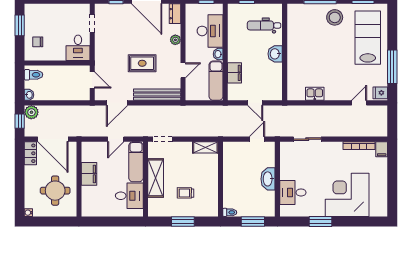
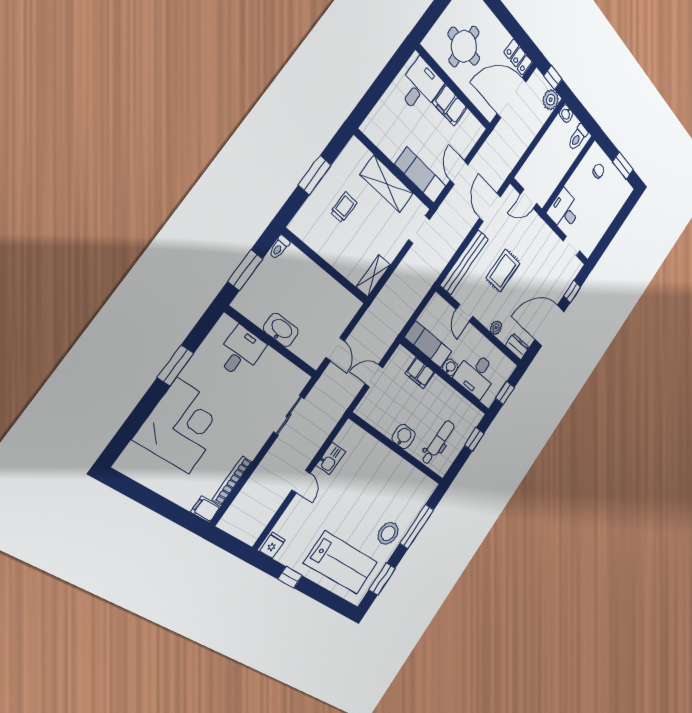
window: (392, 67) -> (290, 577), width x0.46
door: (359, 103) -> (301, 481), moved
desk: (129, 196) -> (420, 86), moved, turned 180

